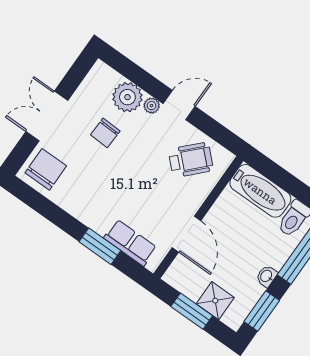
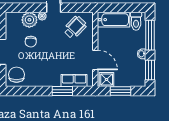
shower: (215, 301) -> (107, 79), moved

